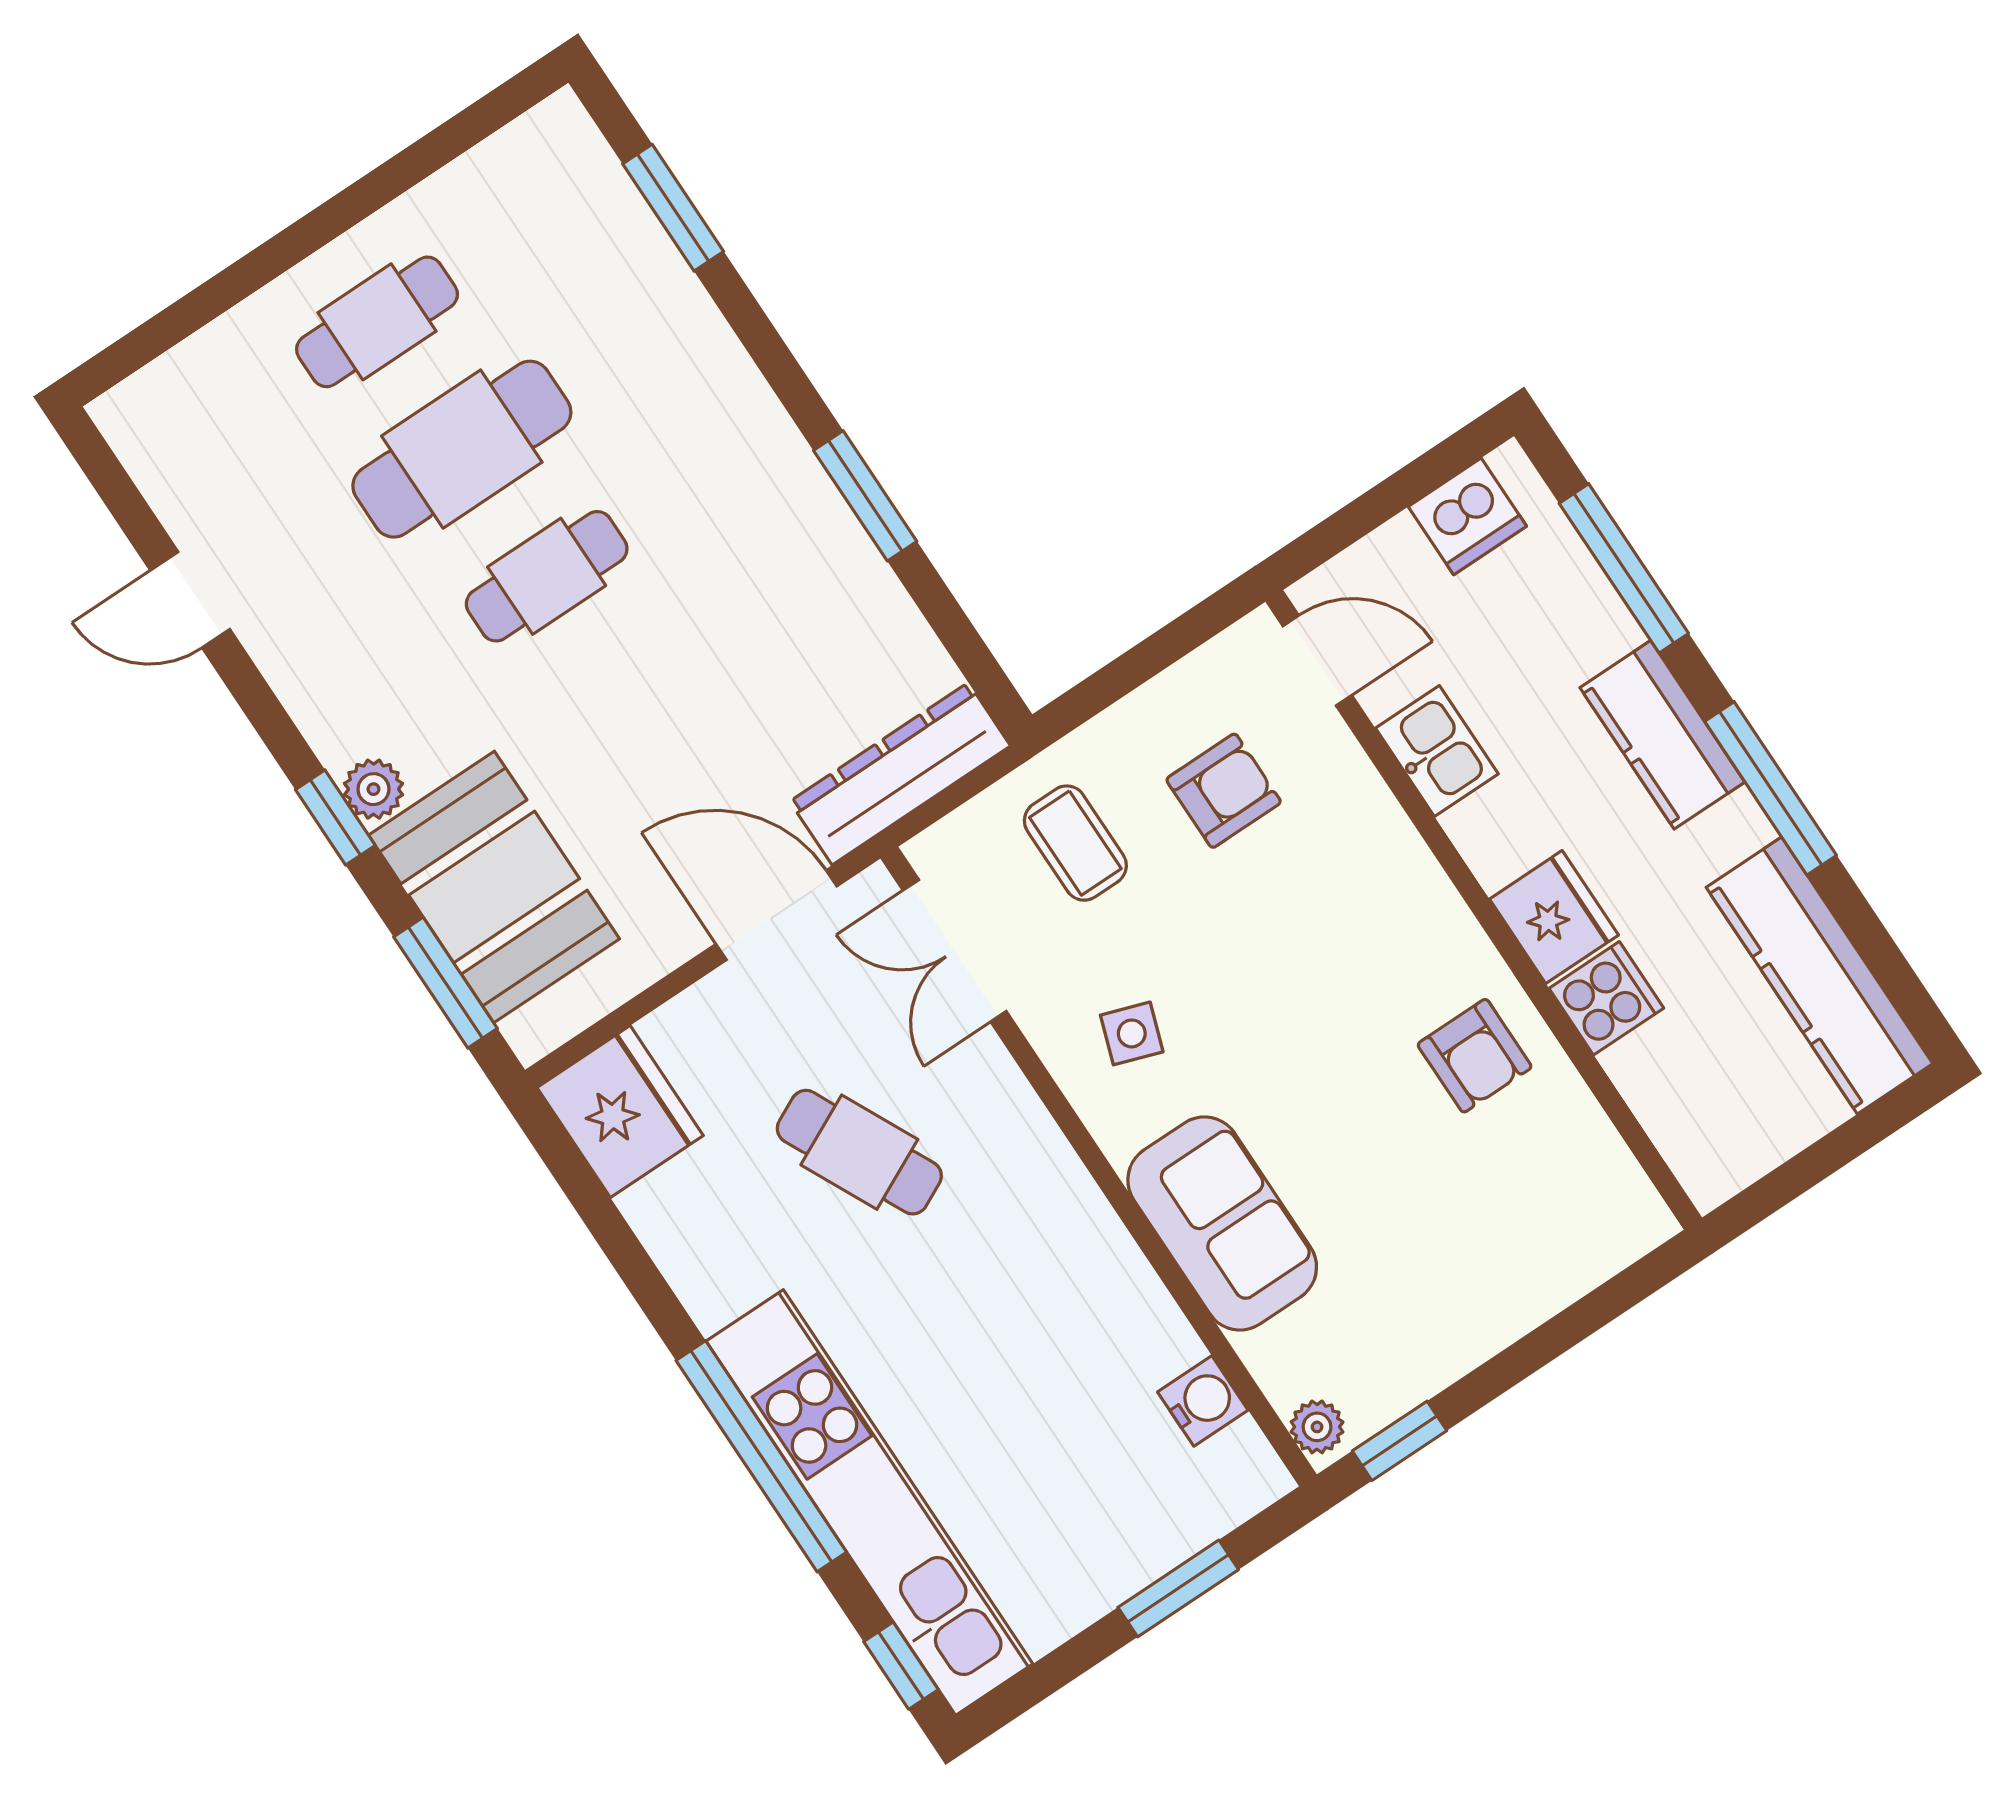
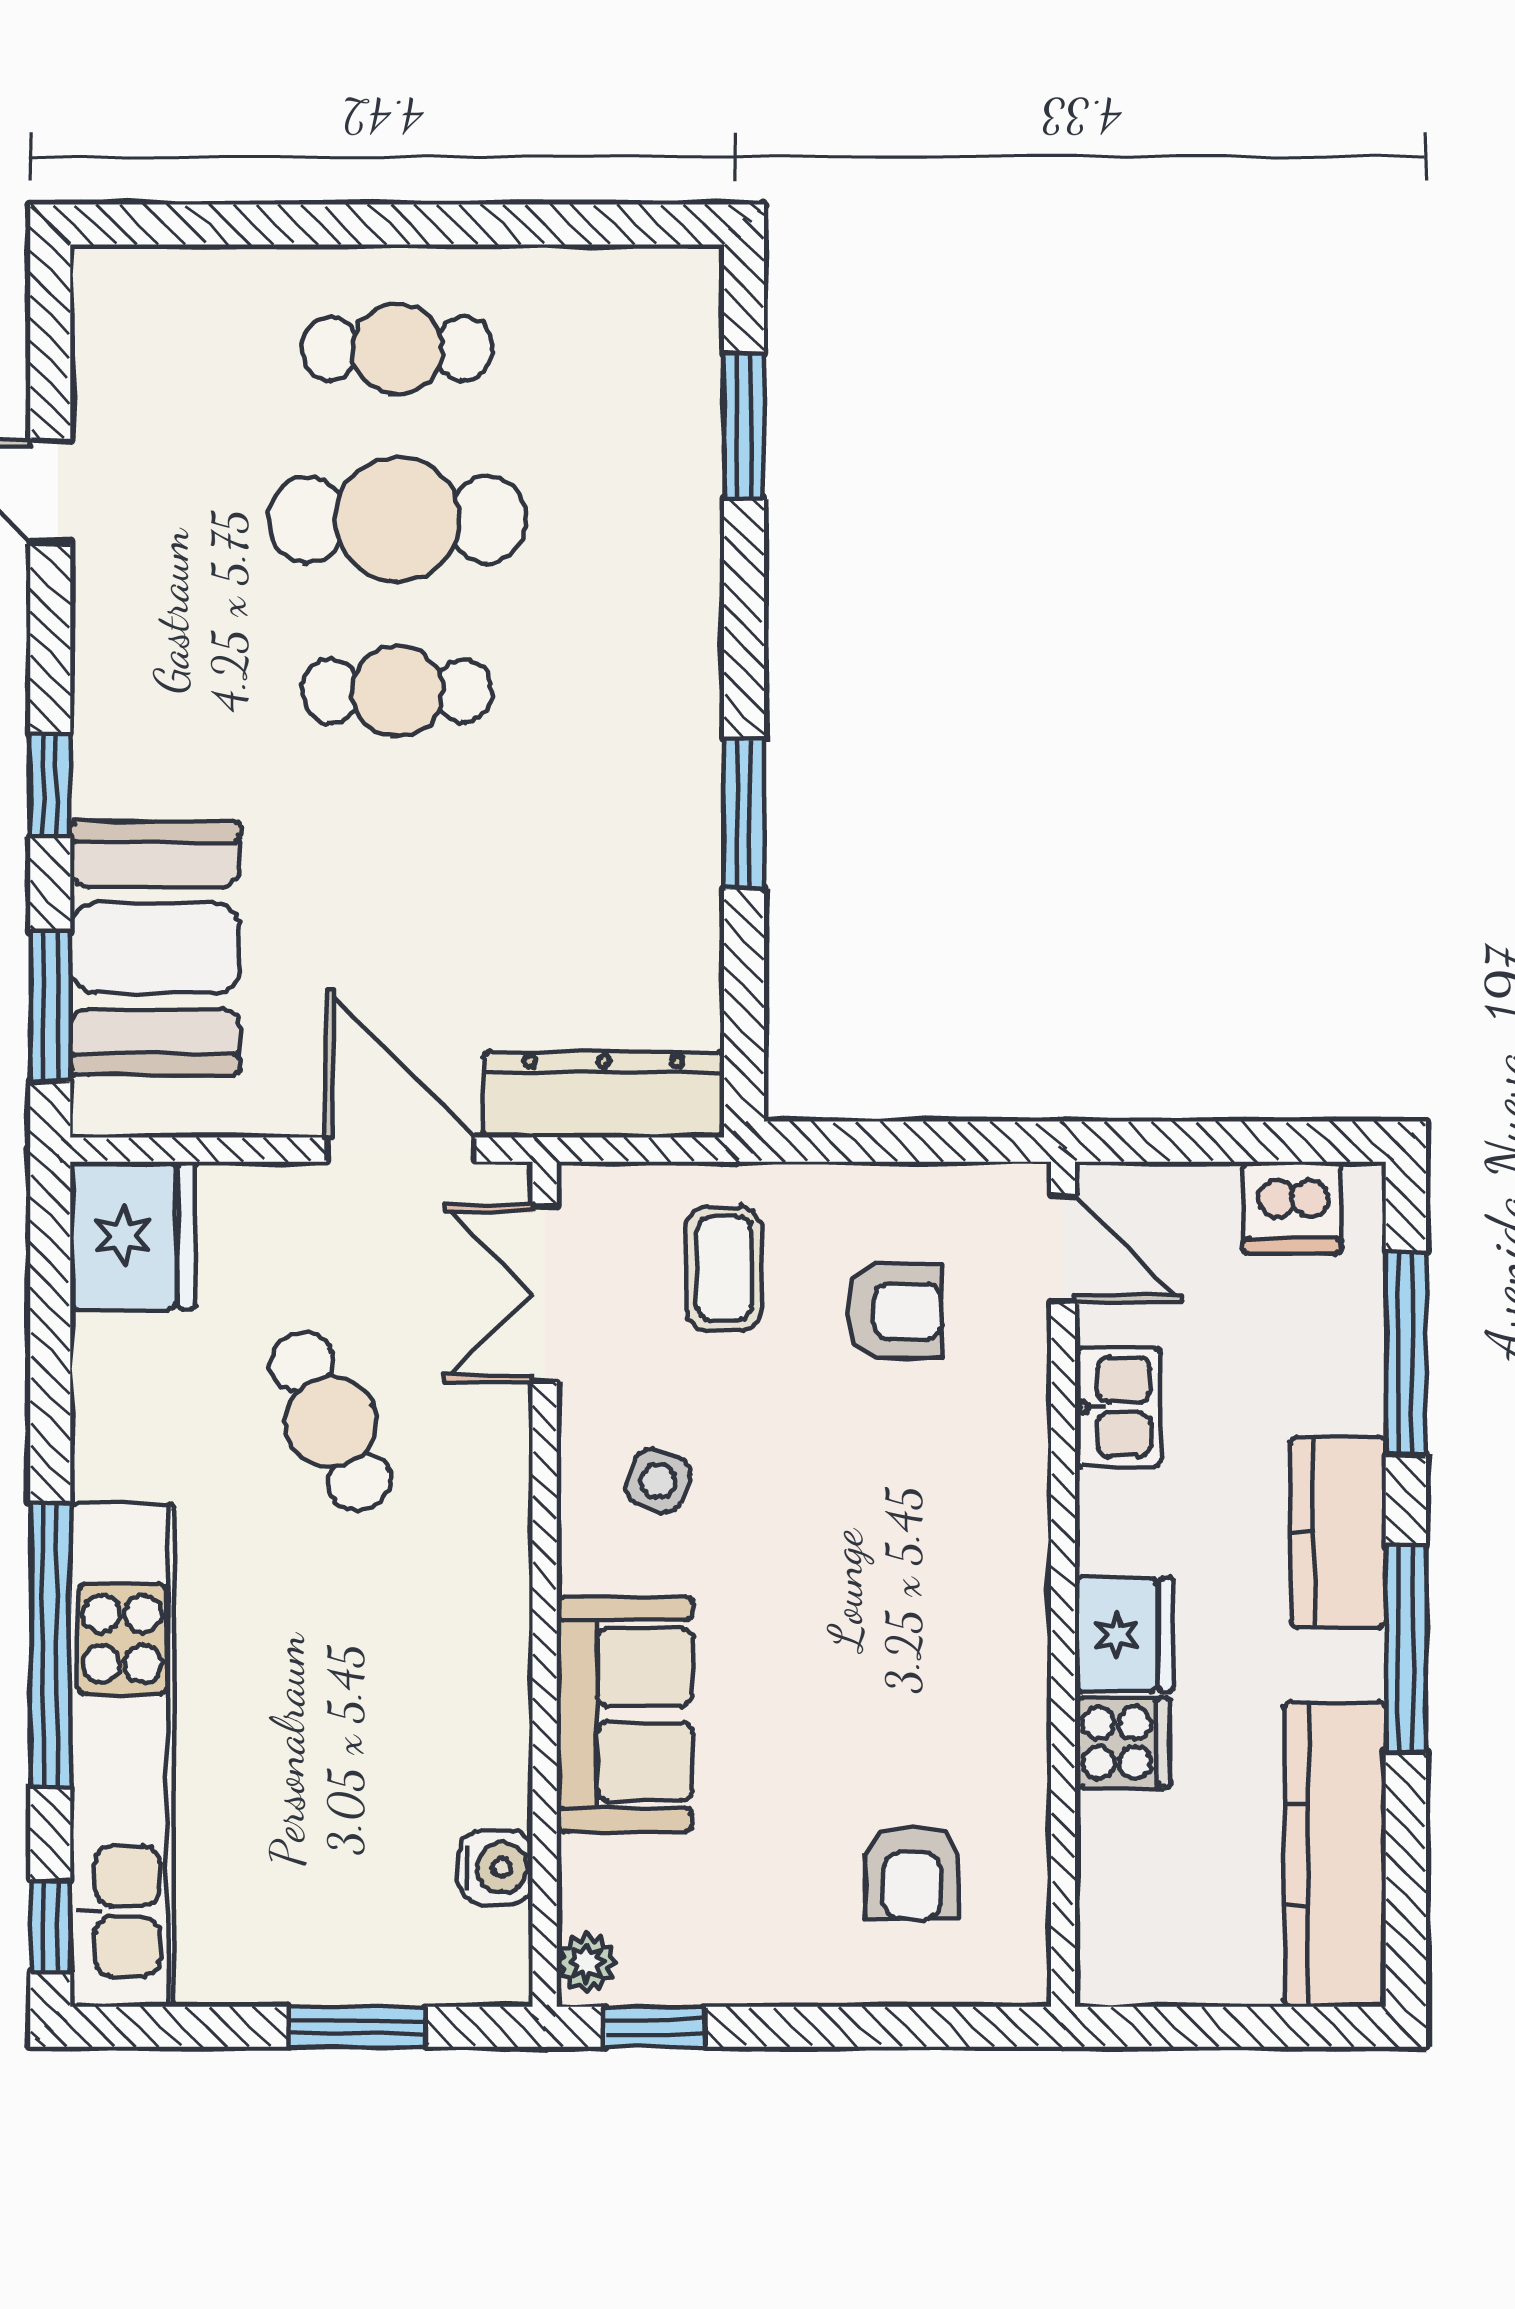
plant: (373, 789) -> (103, 782), removed
armchair: (1475, 1056) -> (912, 1873), moved

